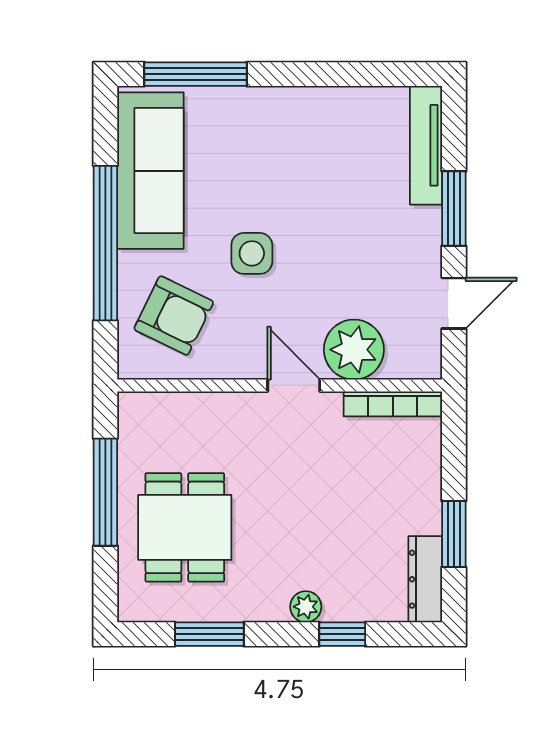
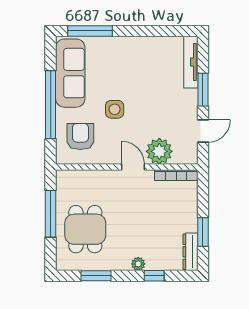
armchair: (174, 316) -> (80, 136), turned -116

